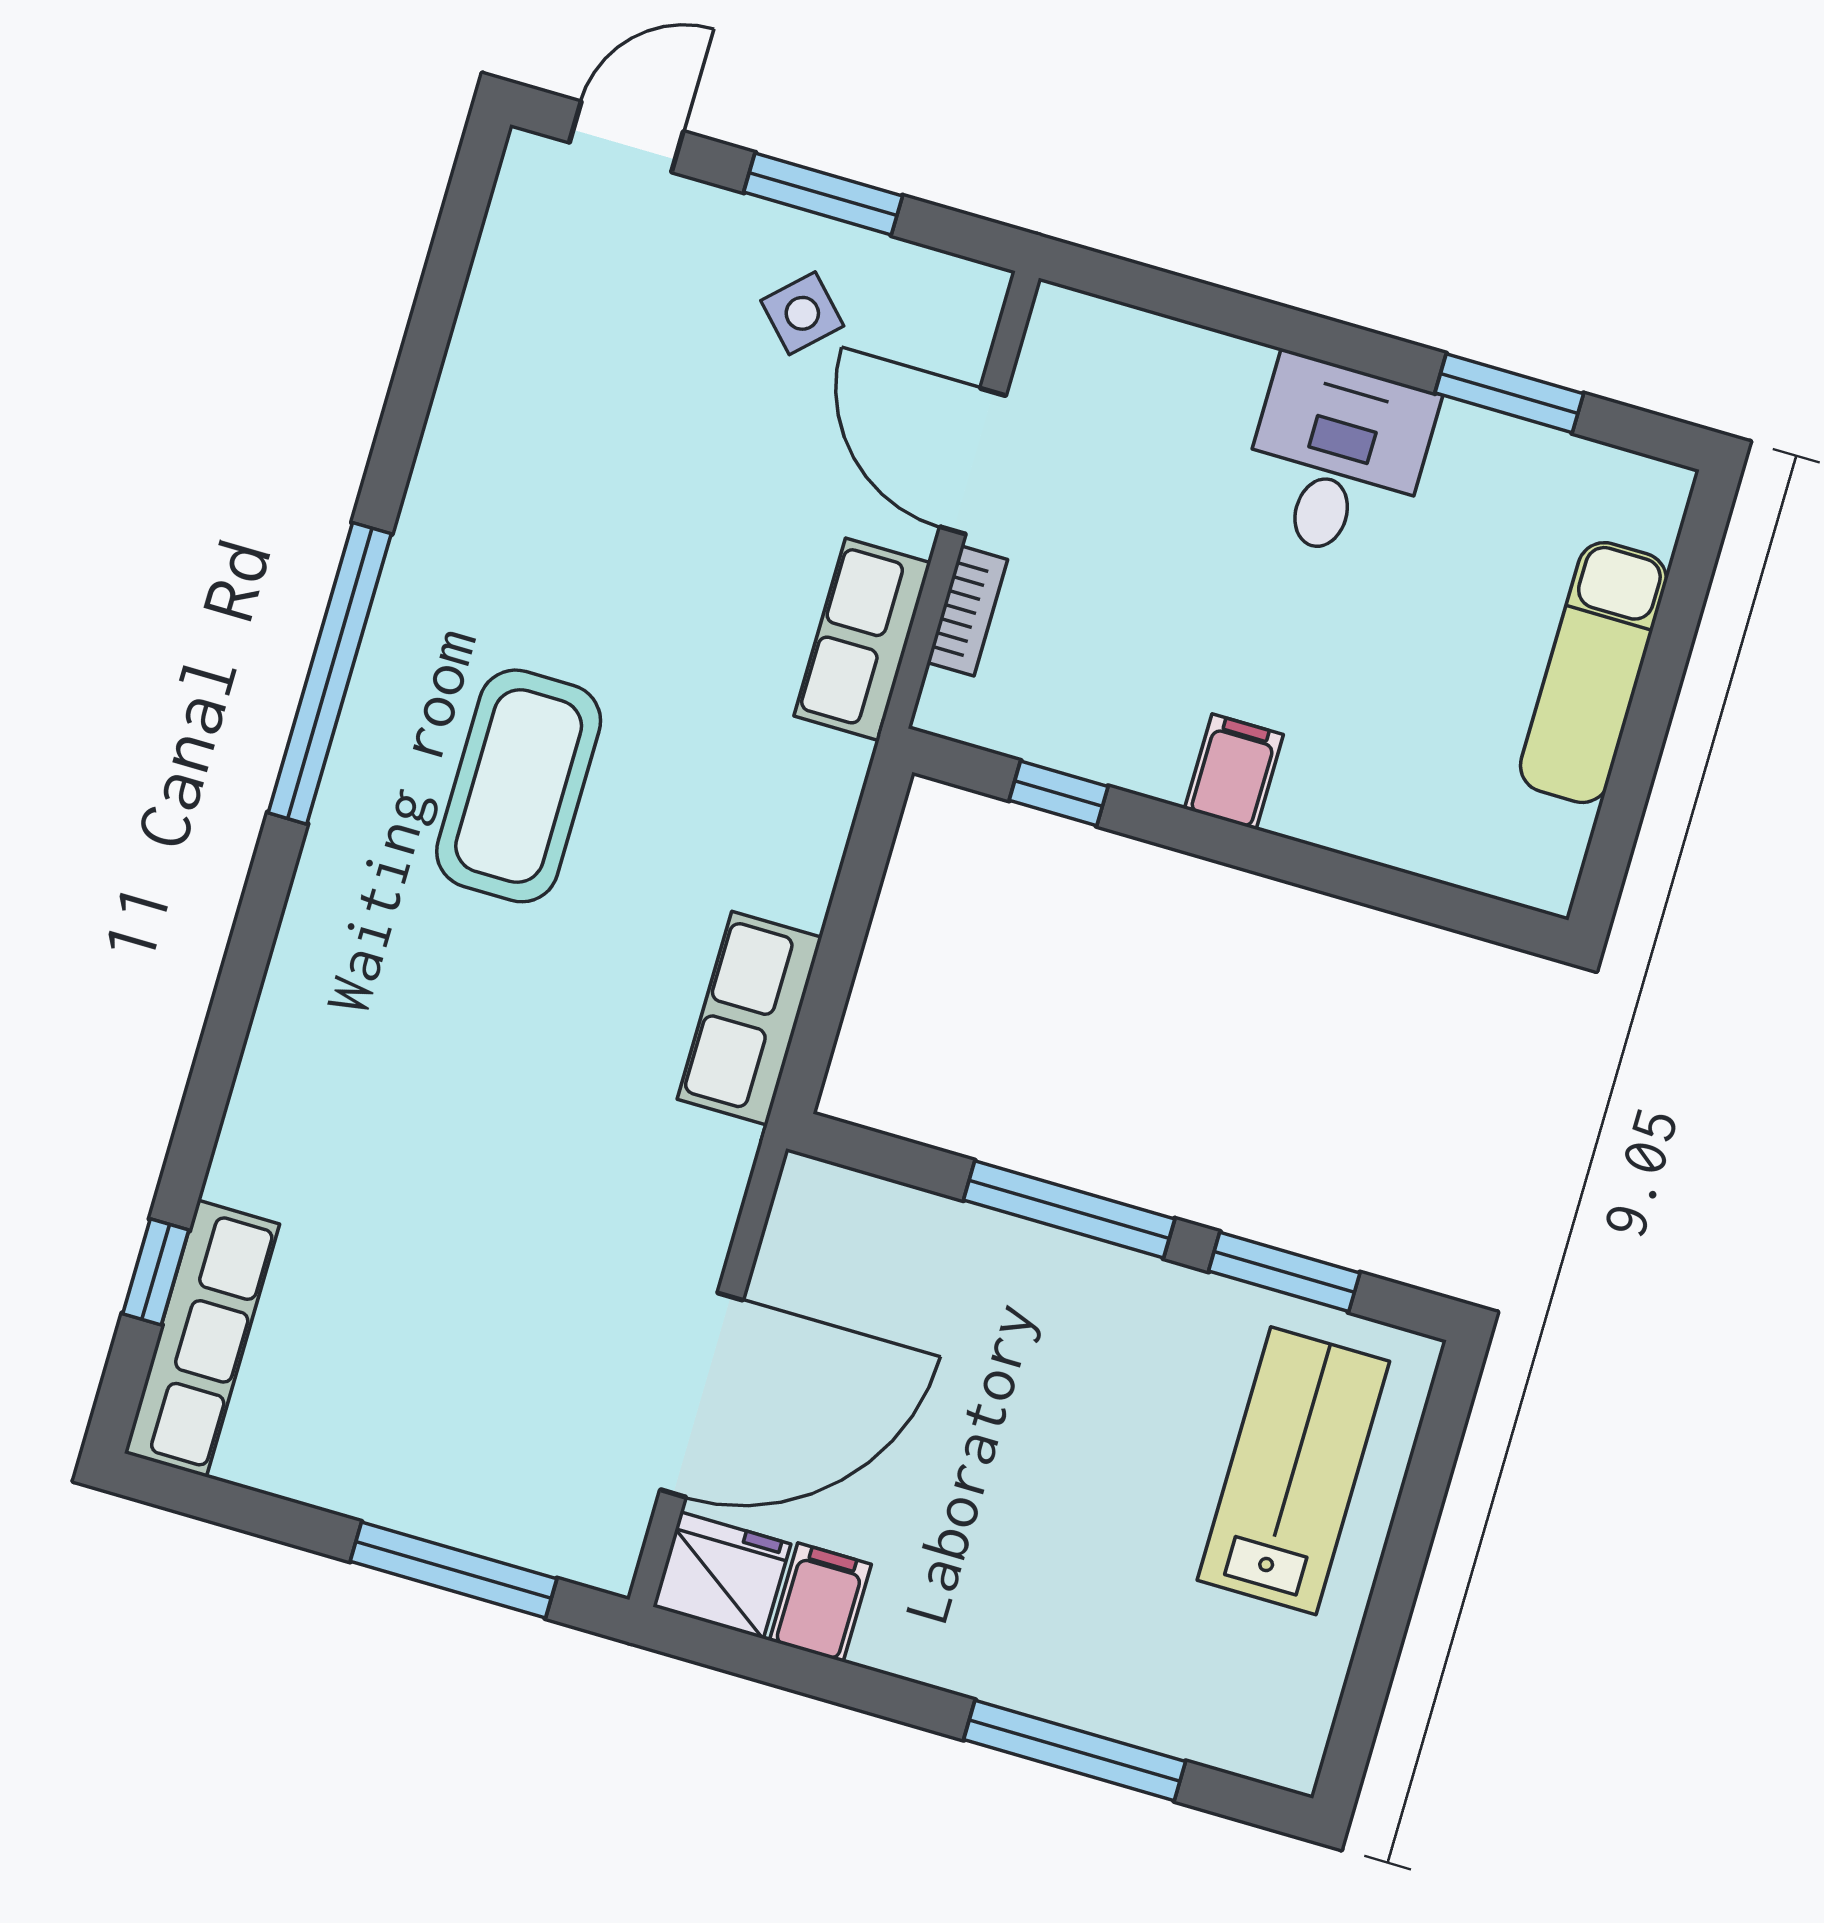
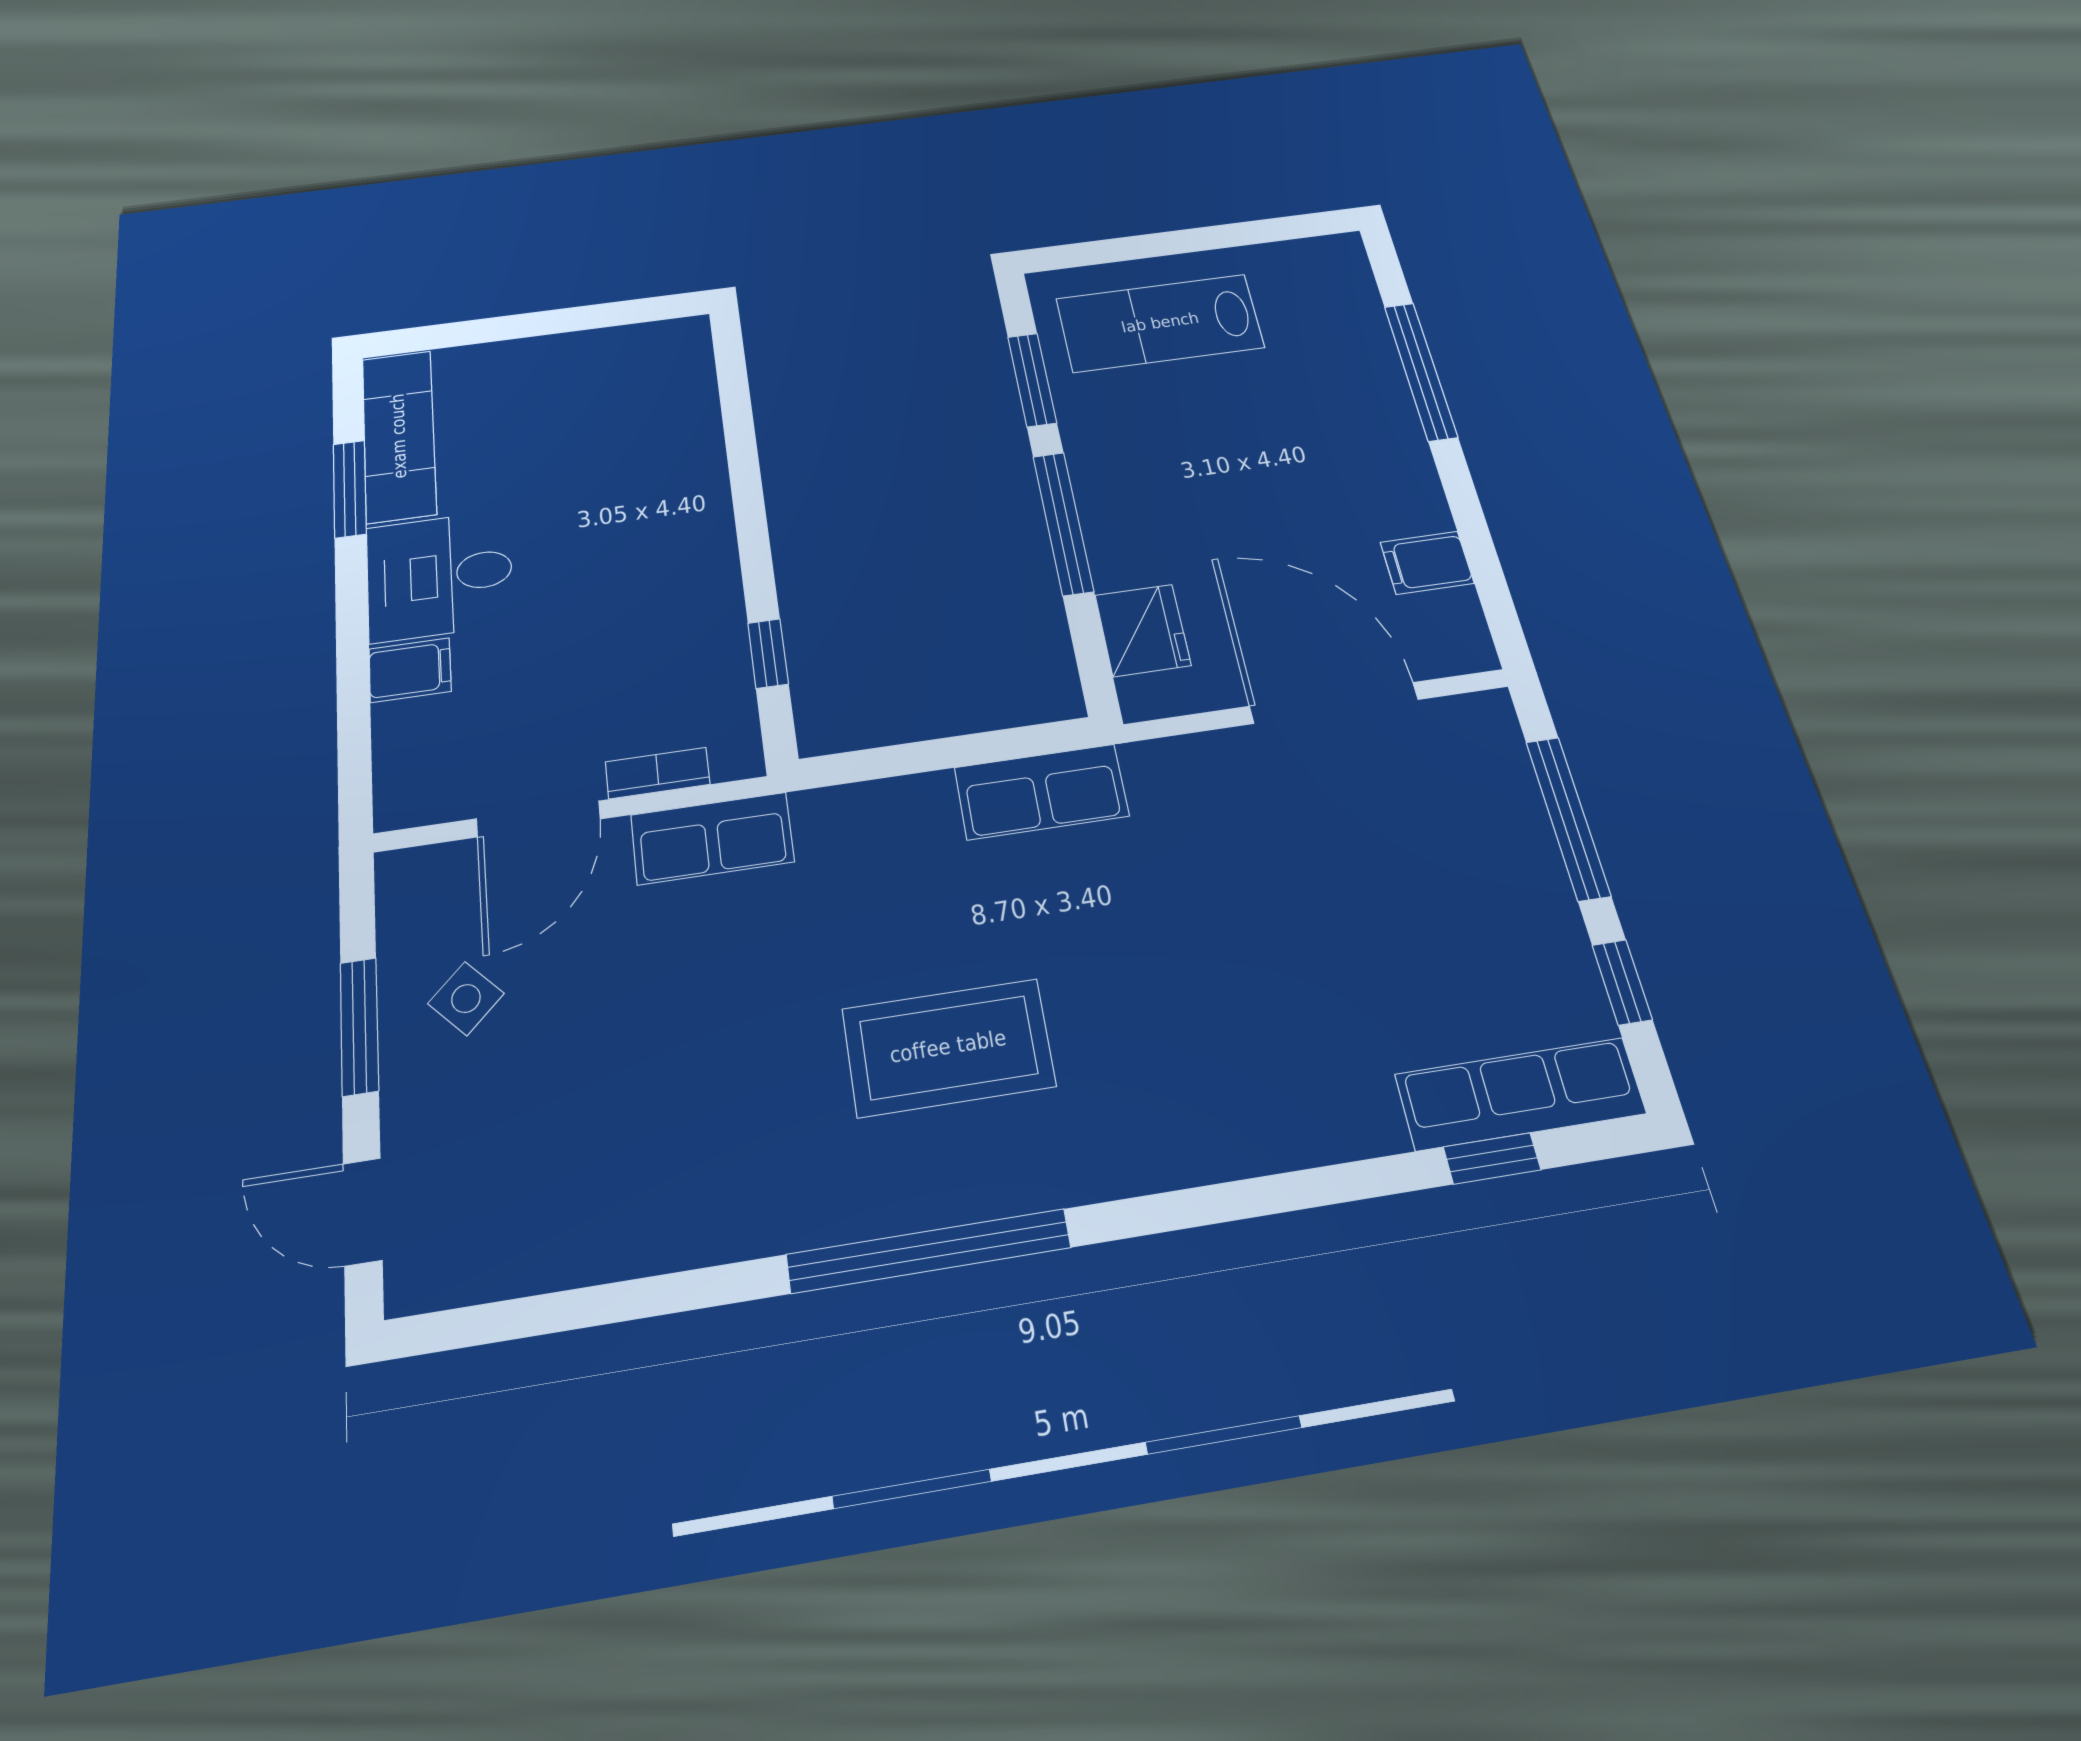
exam couch: (1593, 673) -> (399, 436), moved, turned -90
filing cabinet: (1234, 772) -> (410, 670), moved, turned 180
window: (260, 1514) -> (1622, 982), added
fridge: (722, 1575) -> (1143, 630), moved, turned 180

